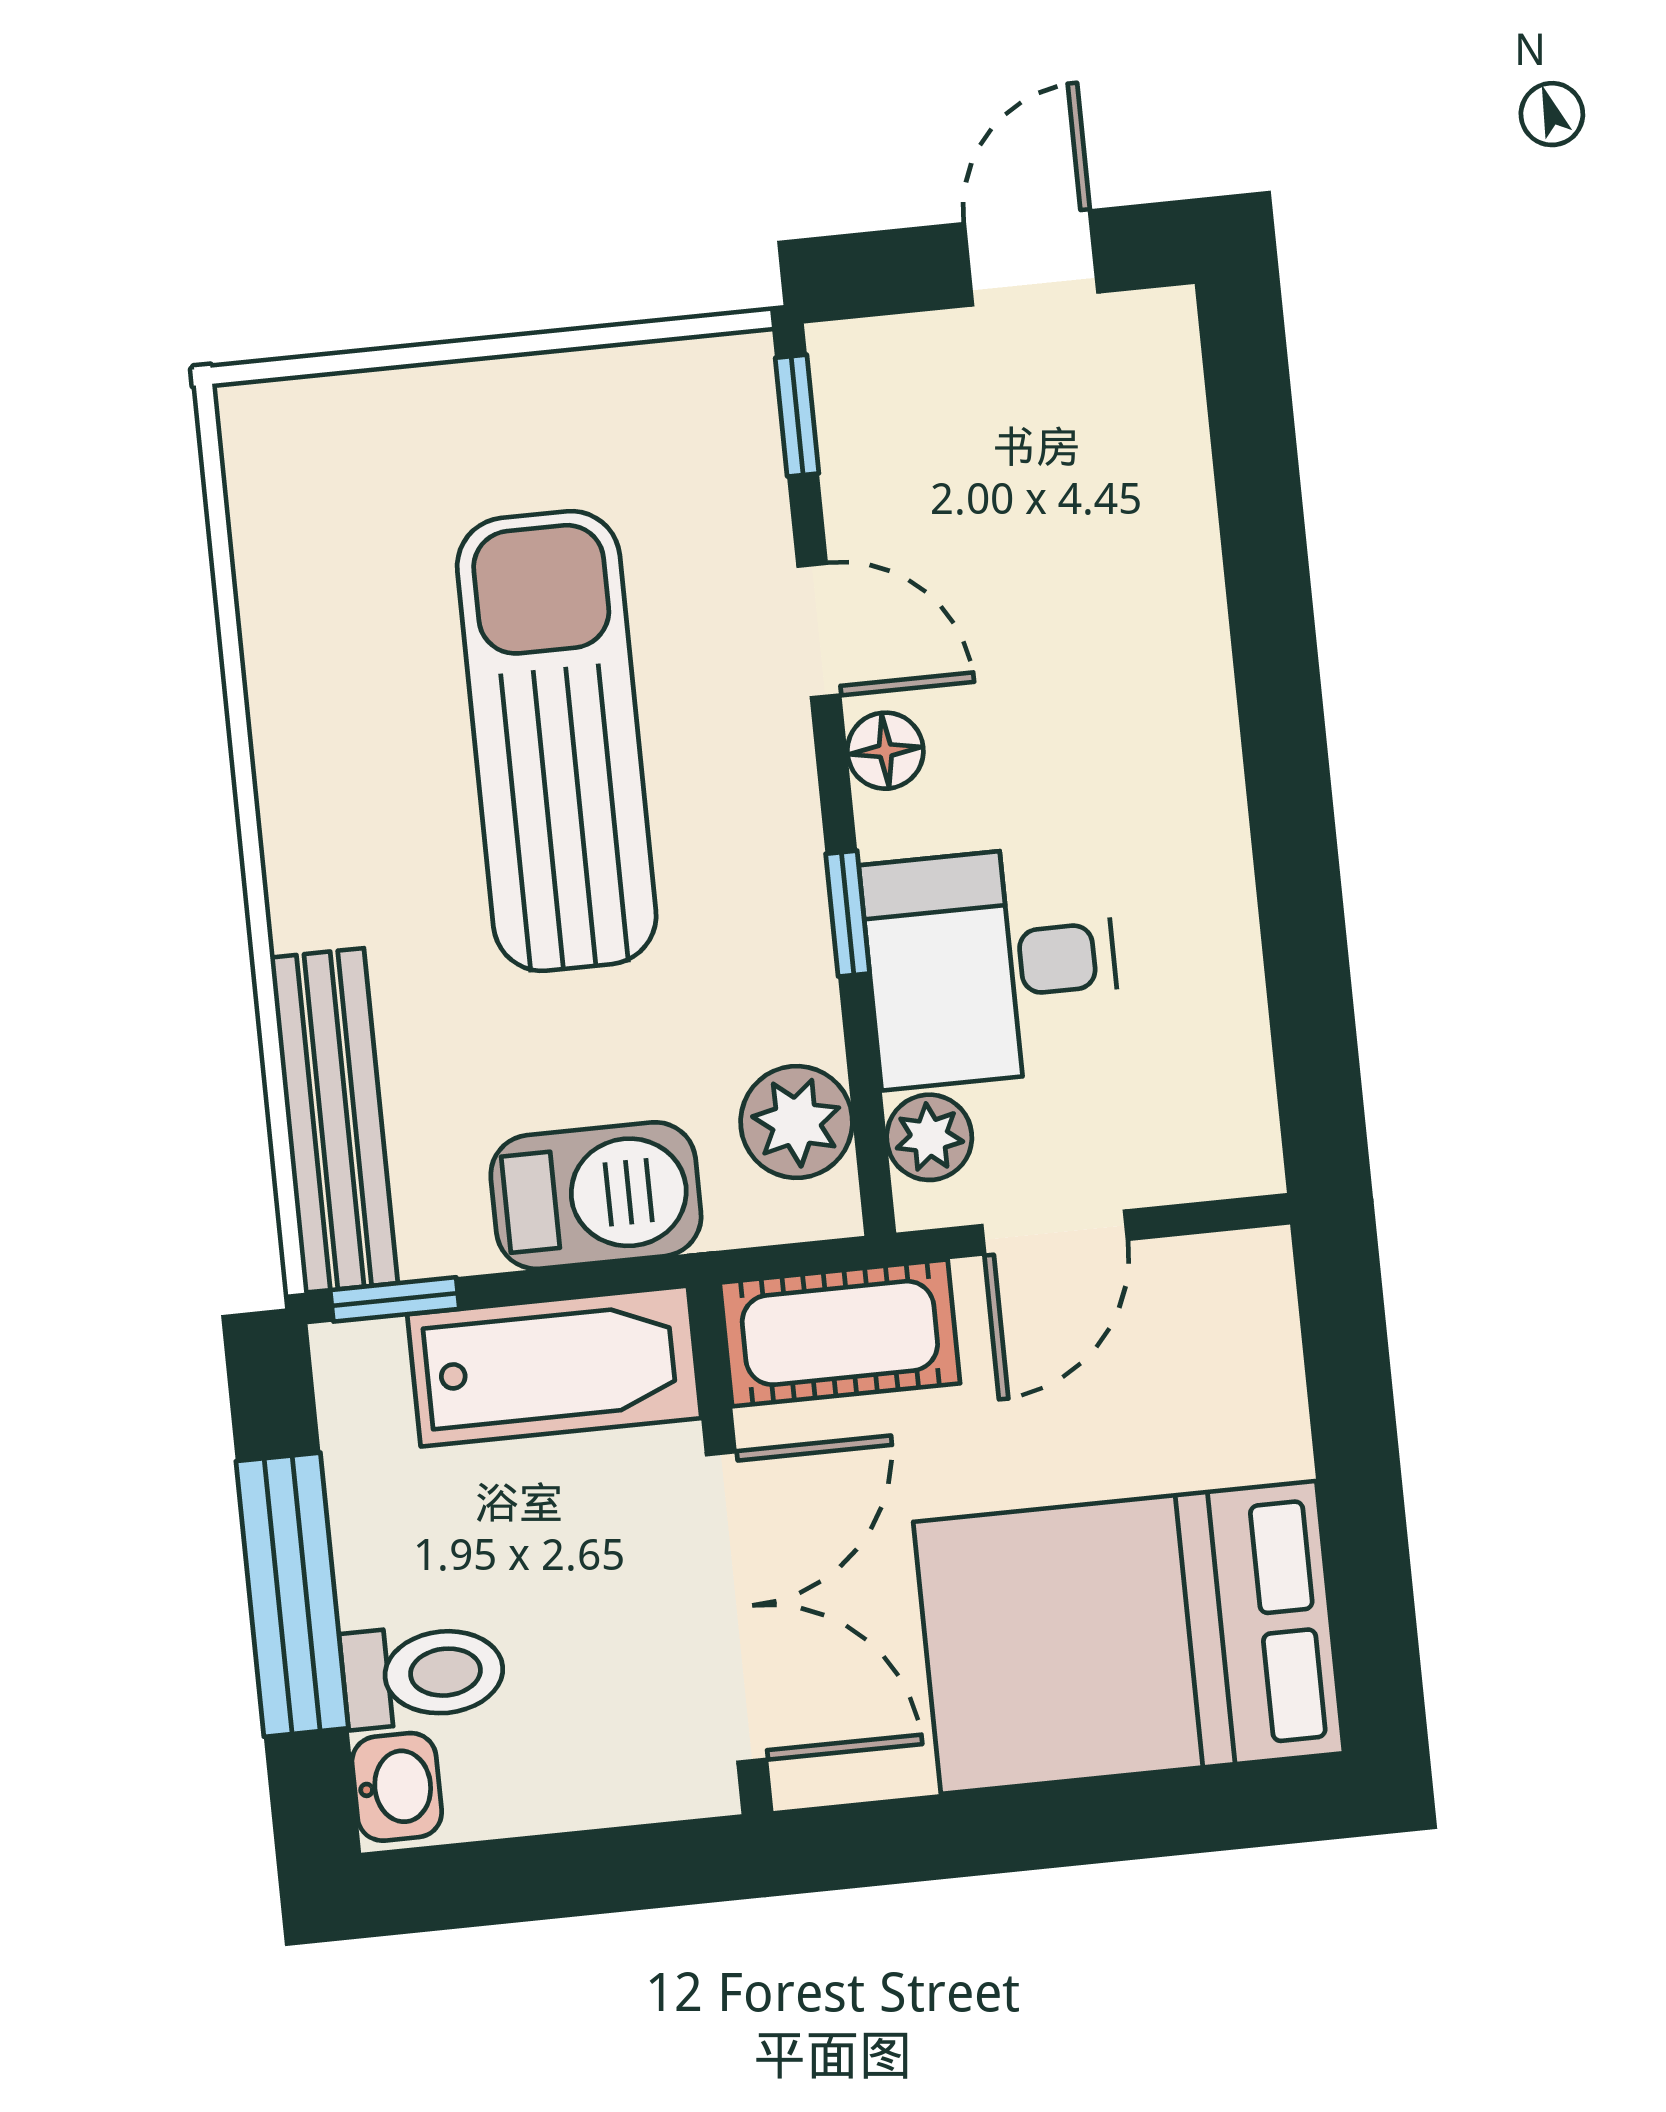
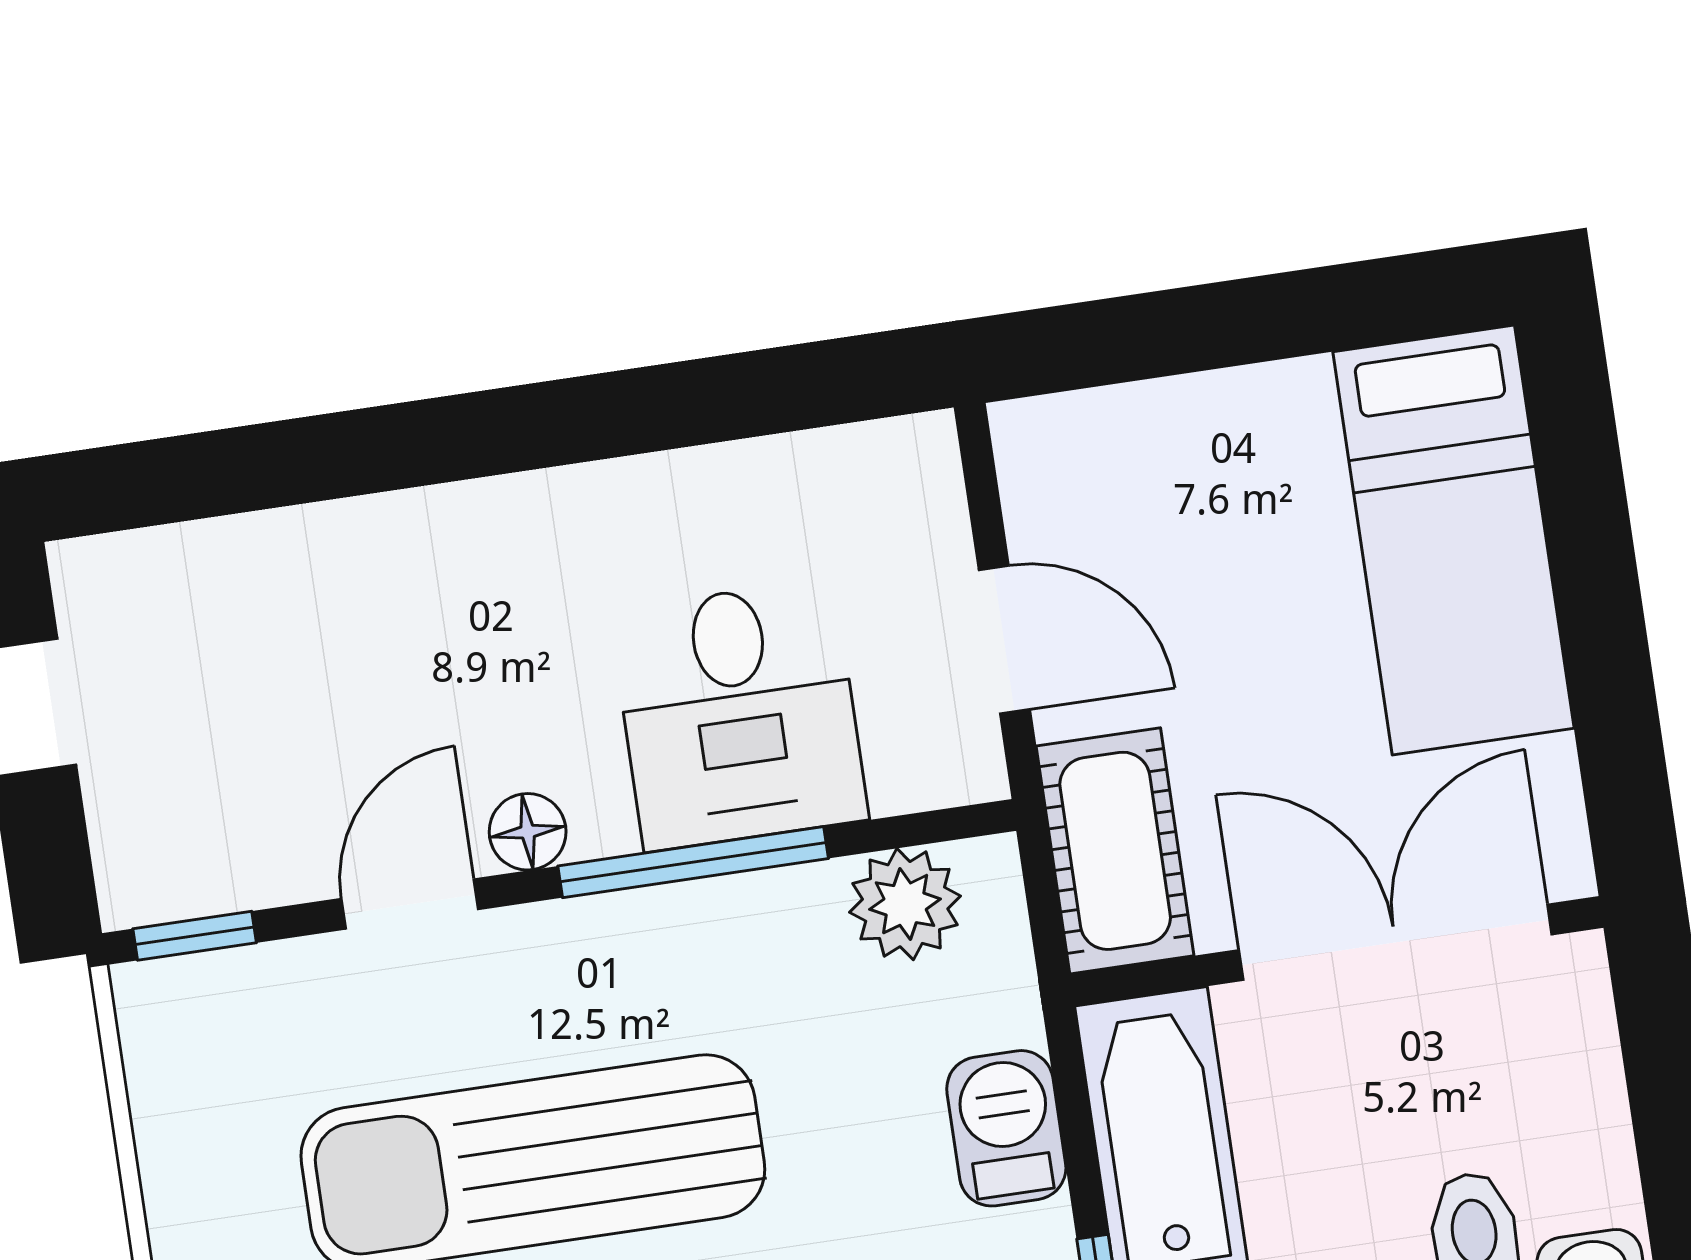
window: (848, 914) -> (693, 862), width x2.17
plant: (929, 1137) -> (914, 770), removed
barbecue: (596, 1196) -> (1006, 1128), width x0.73, depth x0.79
bed: (1129, 1637) -> (1453, 540), width x0.67

